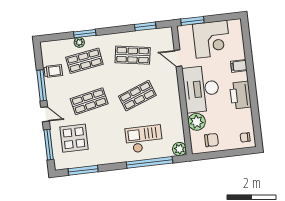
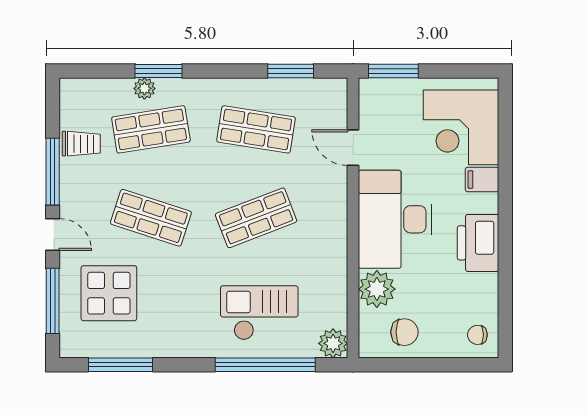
corner desk: (212, 39) -> (461, 127), moved, turned 90
shop shelf: (89, 101) -> (151, 218), turned 30

